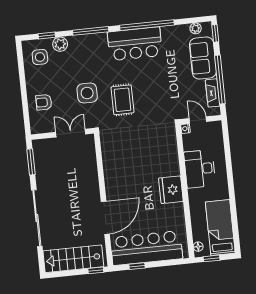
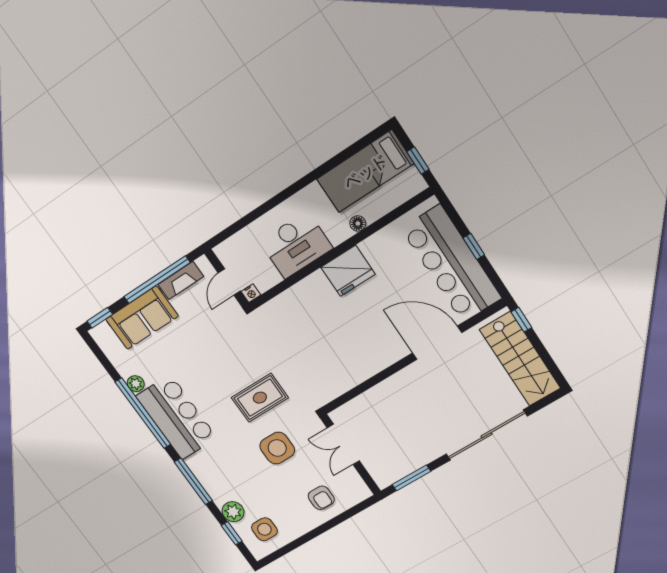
plant: (196, 28) -> (136, 384), moved
floor lamp: (198, 247) -> (358, 223), moved
window: (137, 266) -> (474, 246), moved

